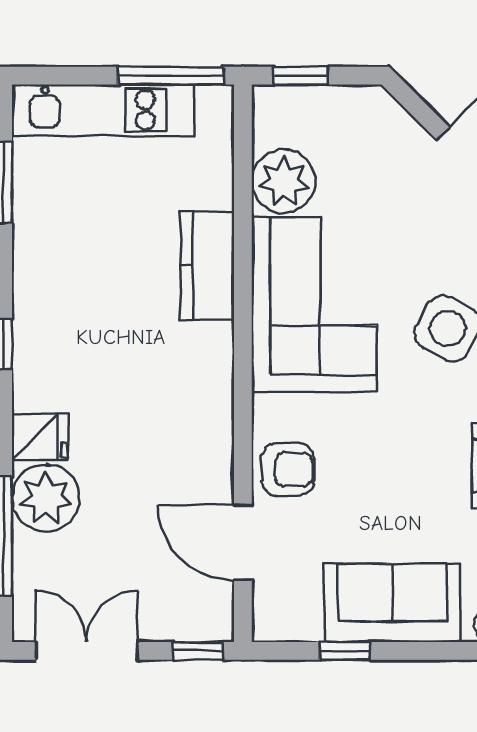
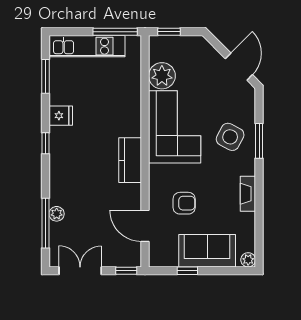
kitchen counter: (207, 266) -> (130, 160), moved
fridge: (40, 438) -> (61, 116), moved
armchair: (288, 469) -> (184, 203), moved
plant: (46, 498) -> (57, 214), width x0.53, depth x0.53

